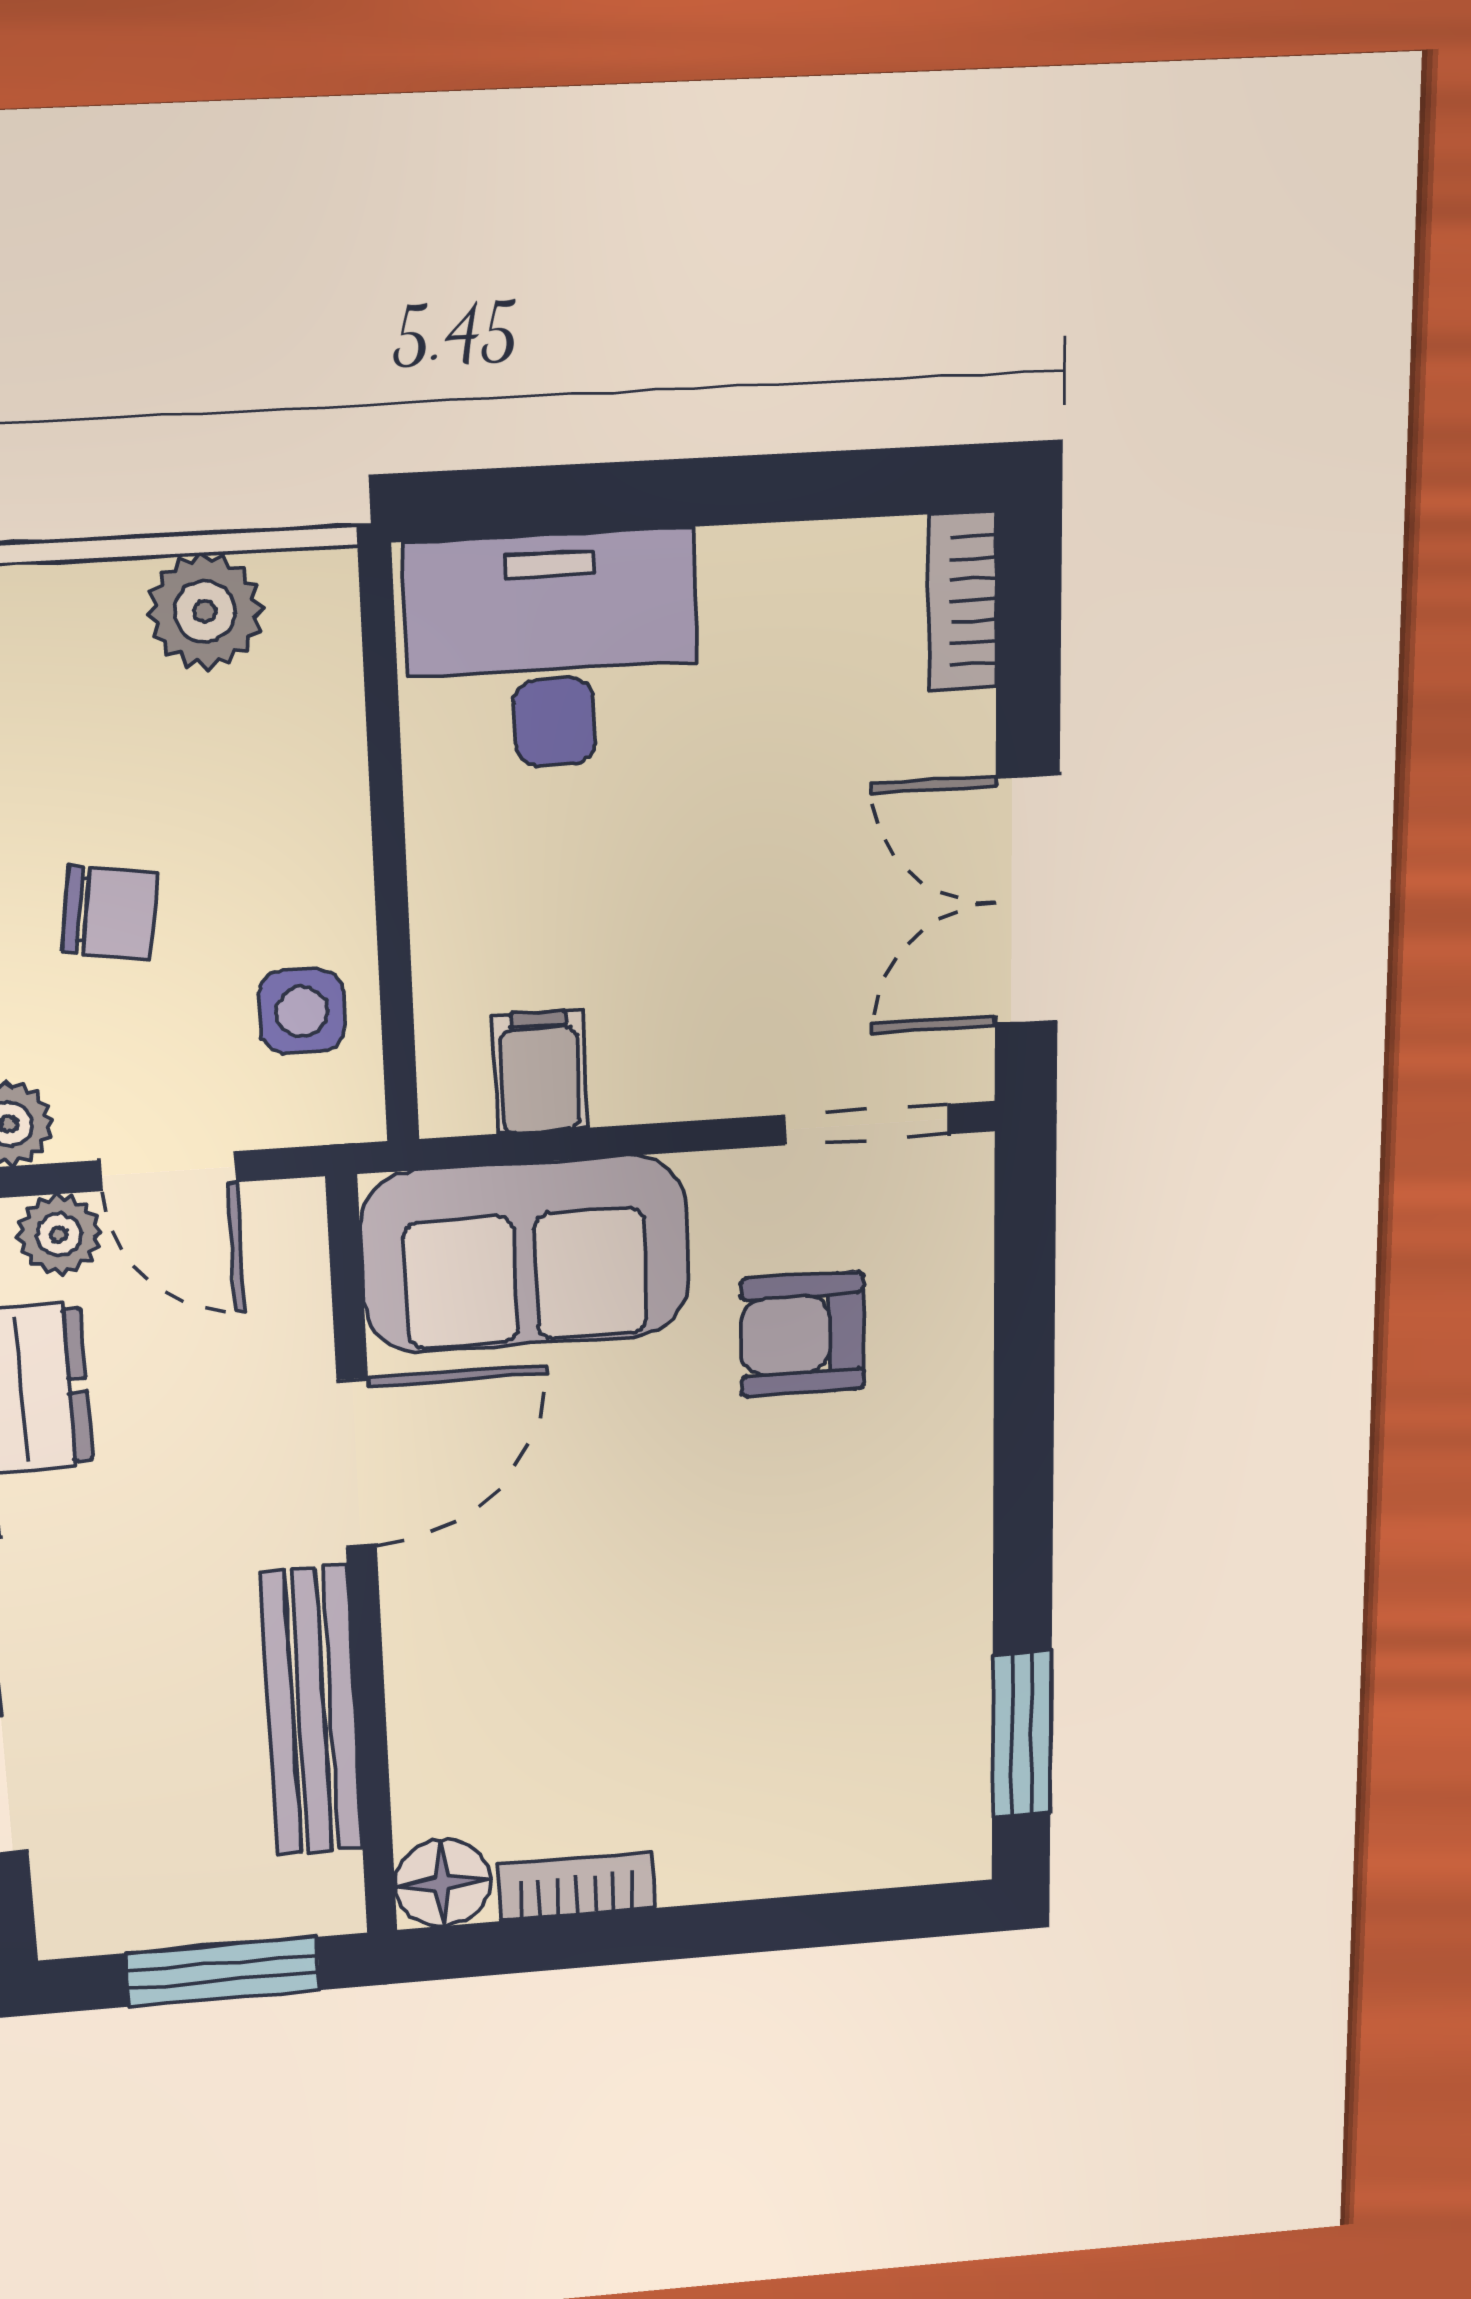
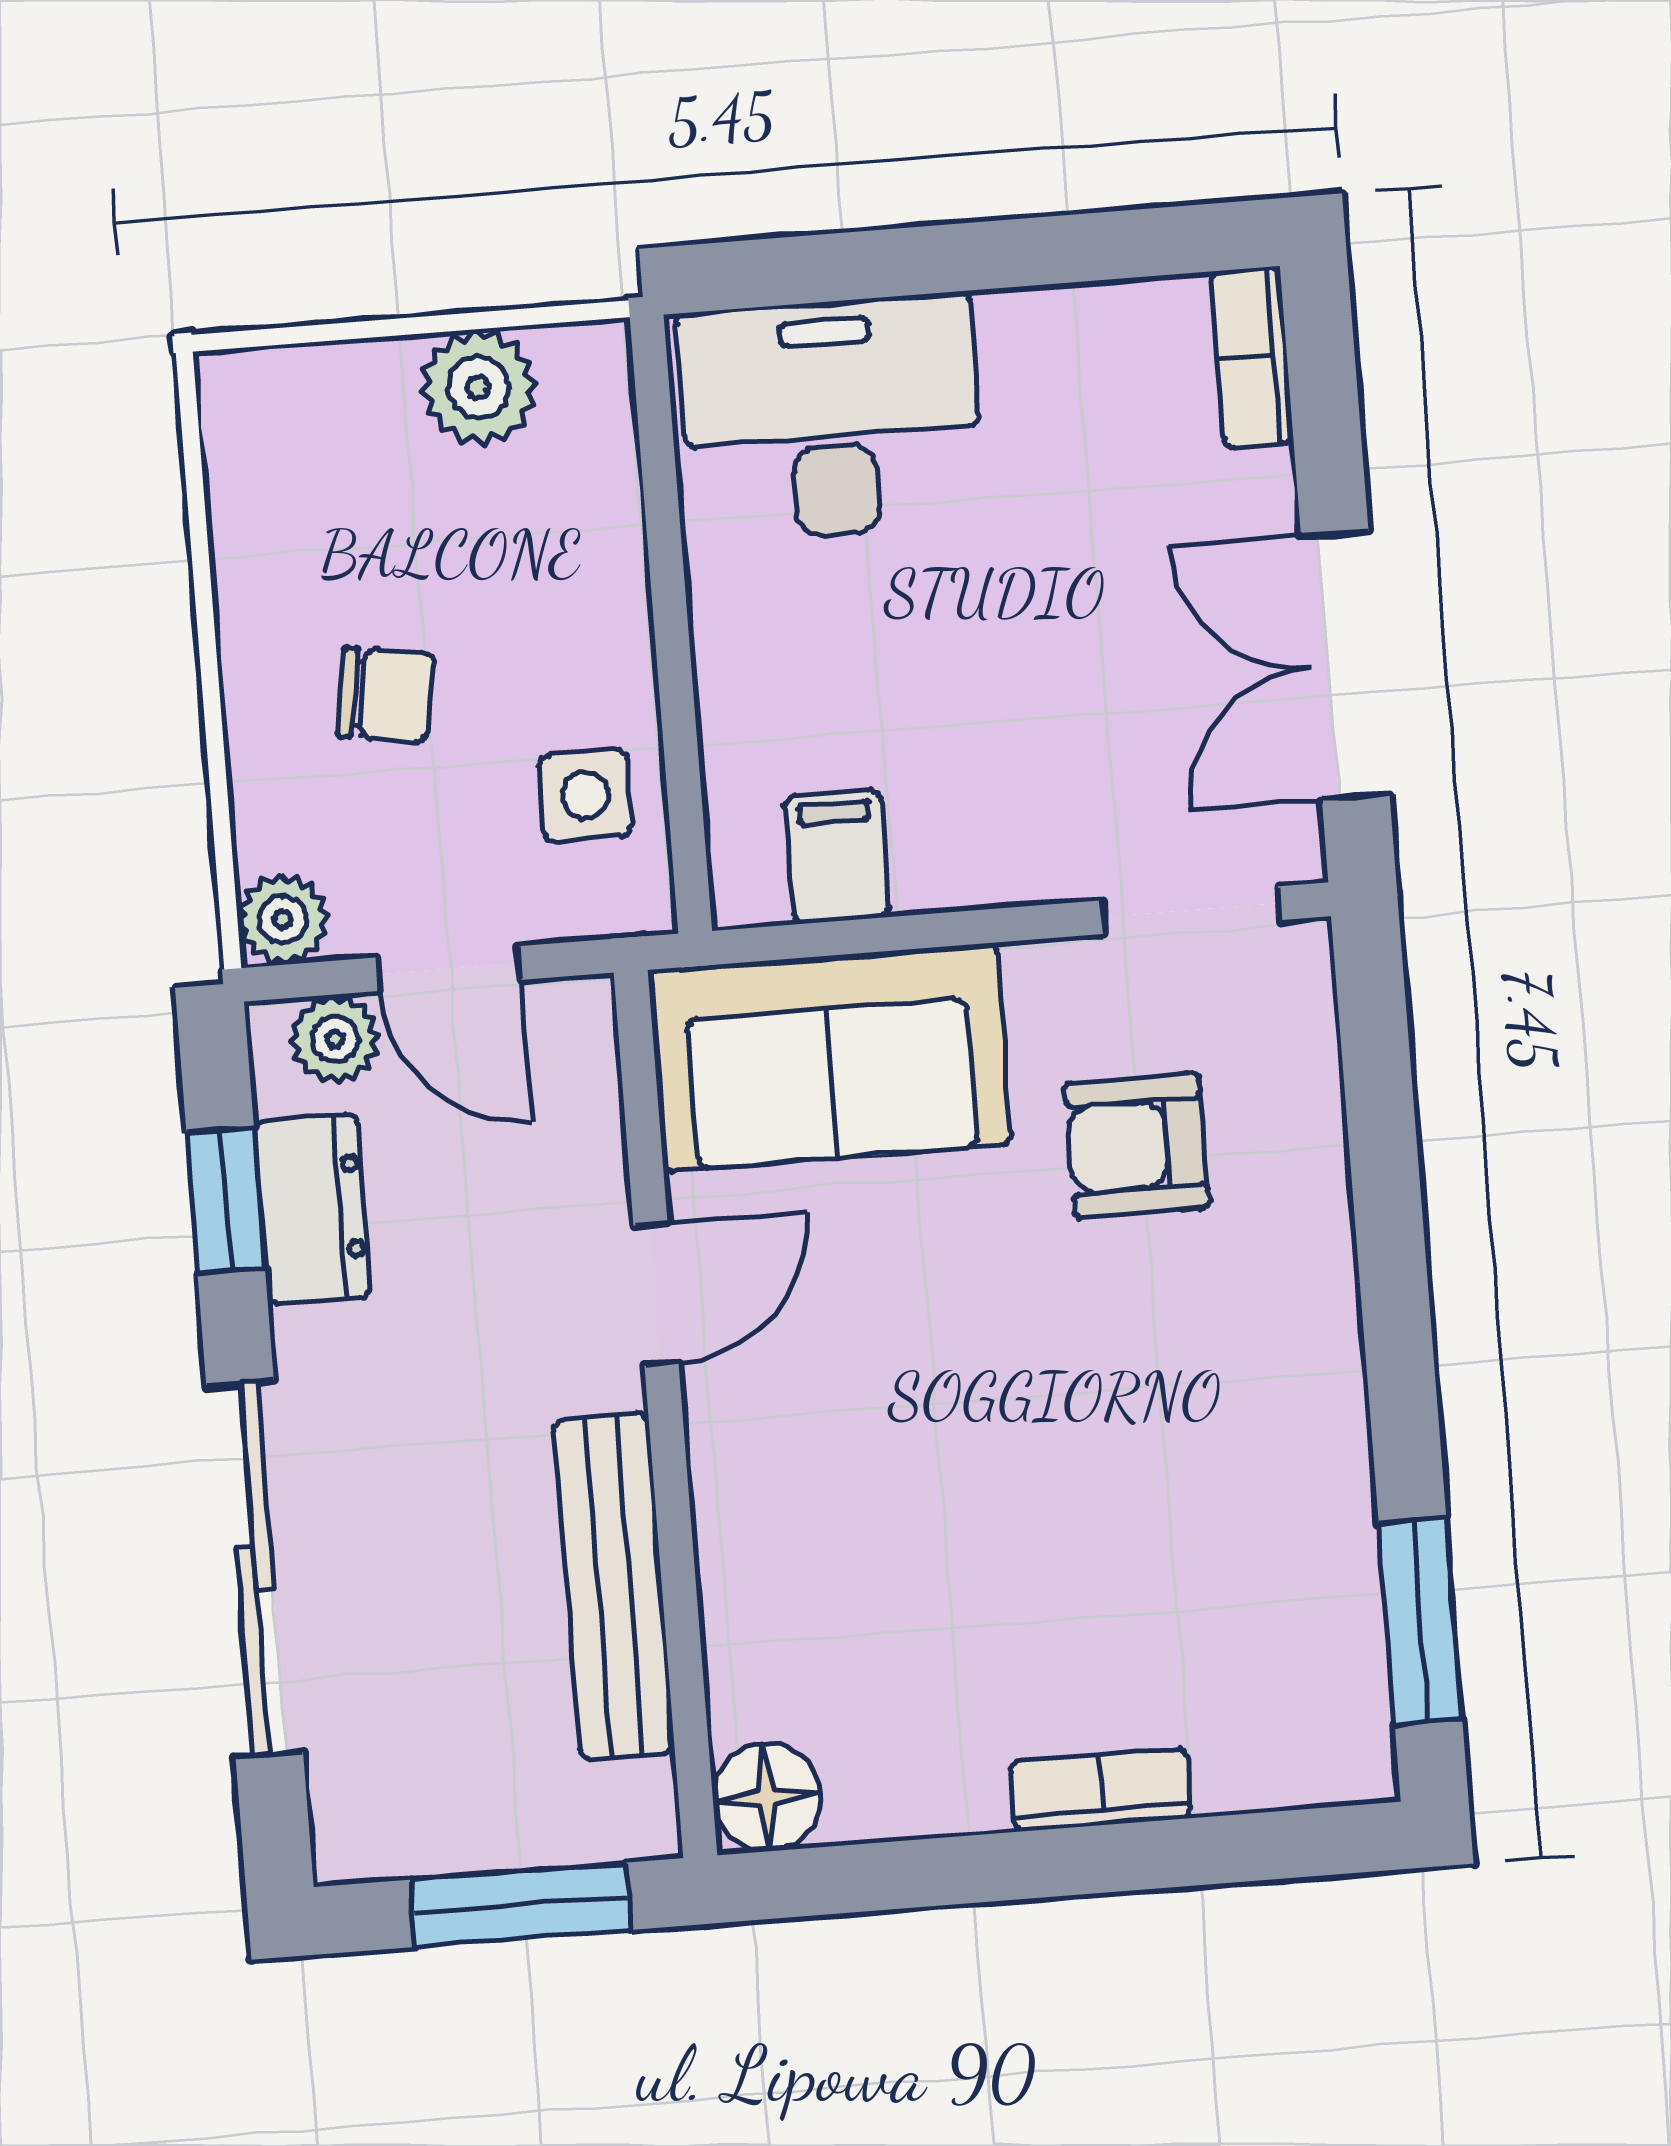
door: (357, 1463) -> (656, 1294), width x0.73
bookcase: (576, 1886) -> (1101, 1790), moved

